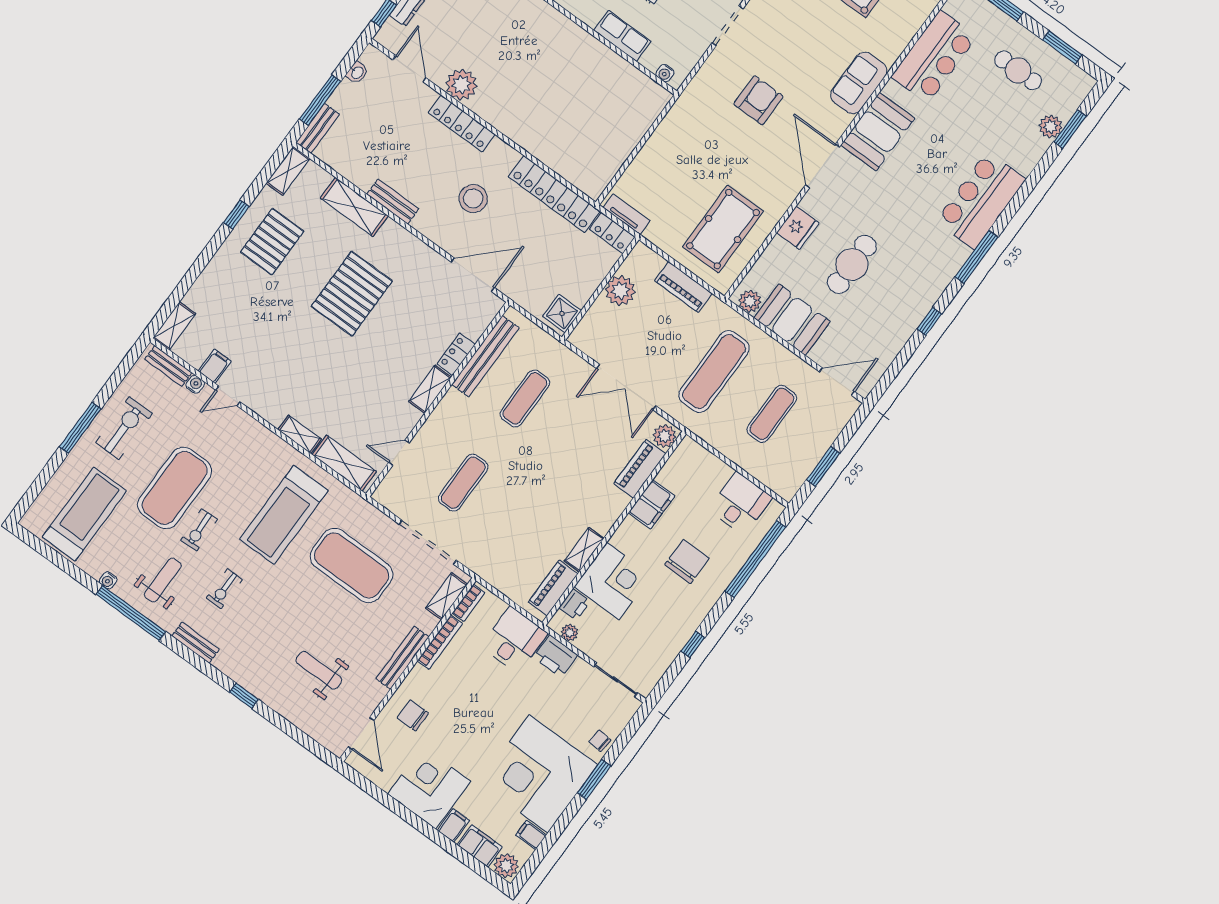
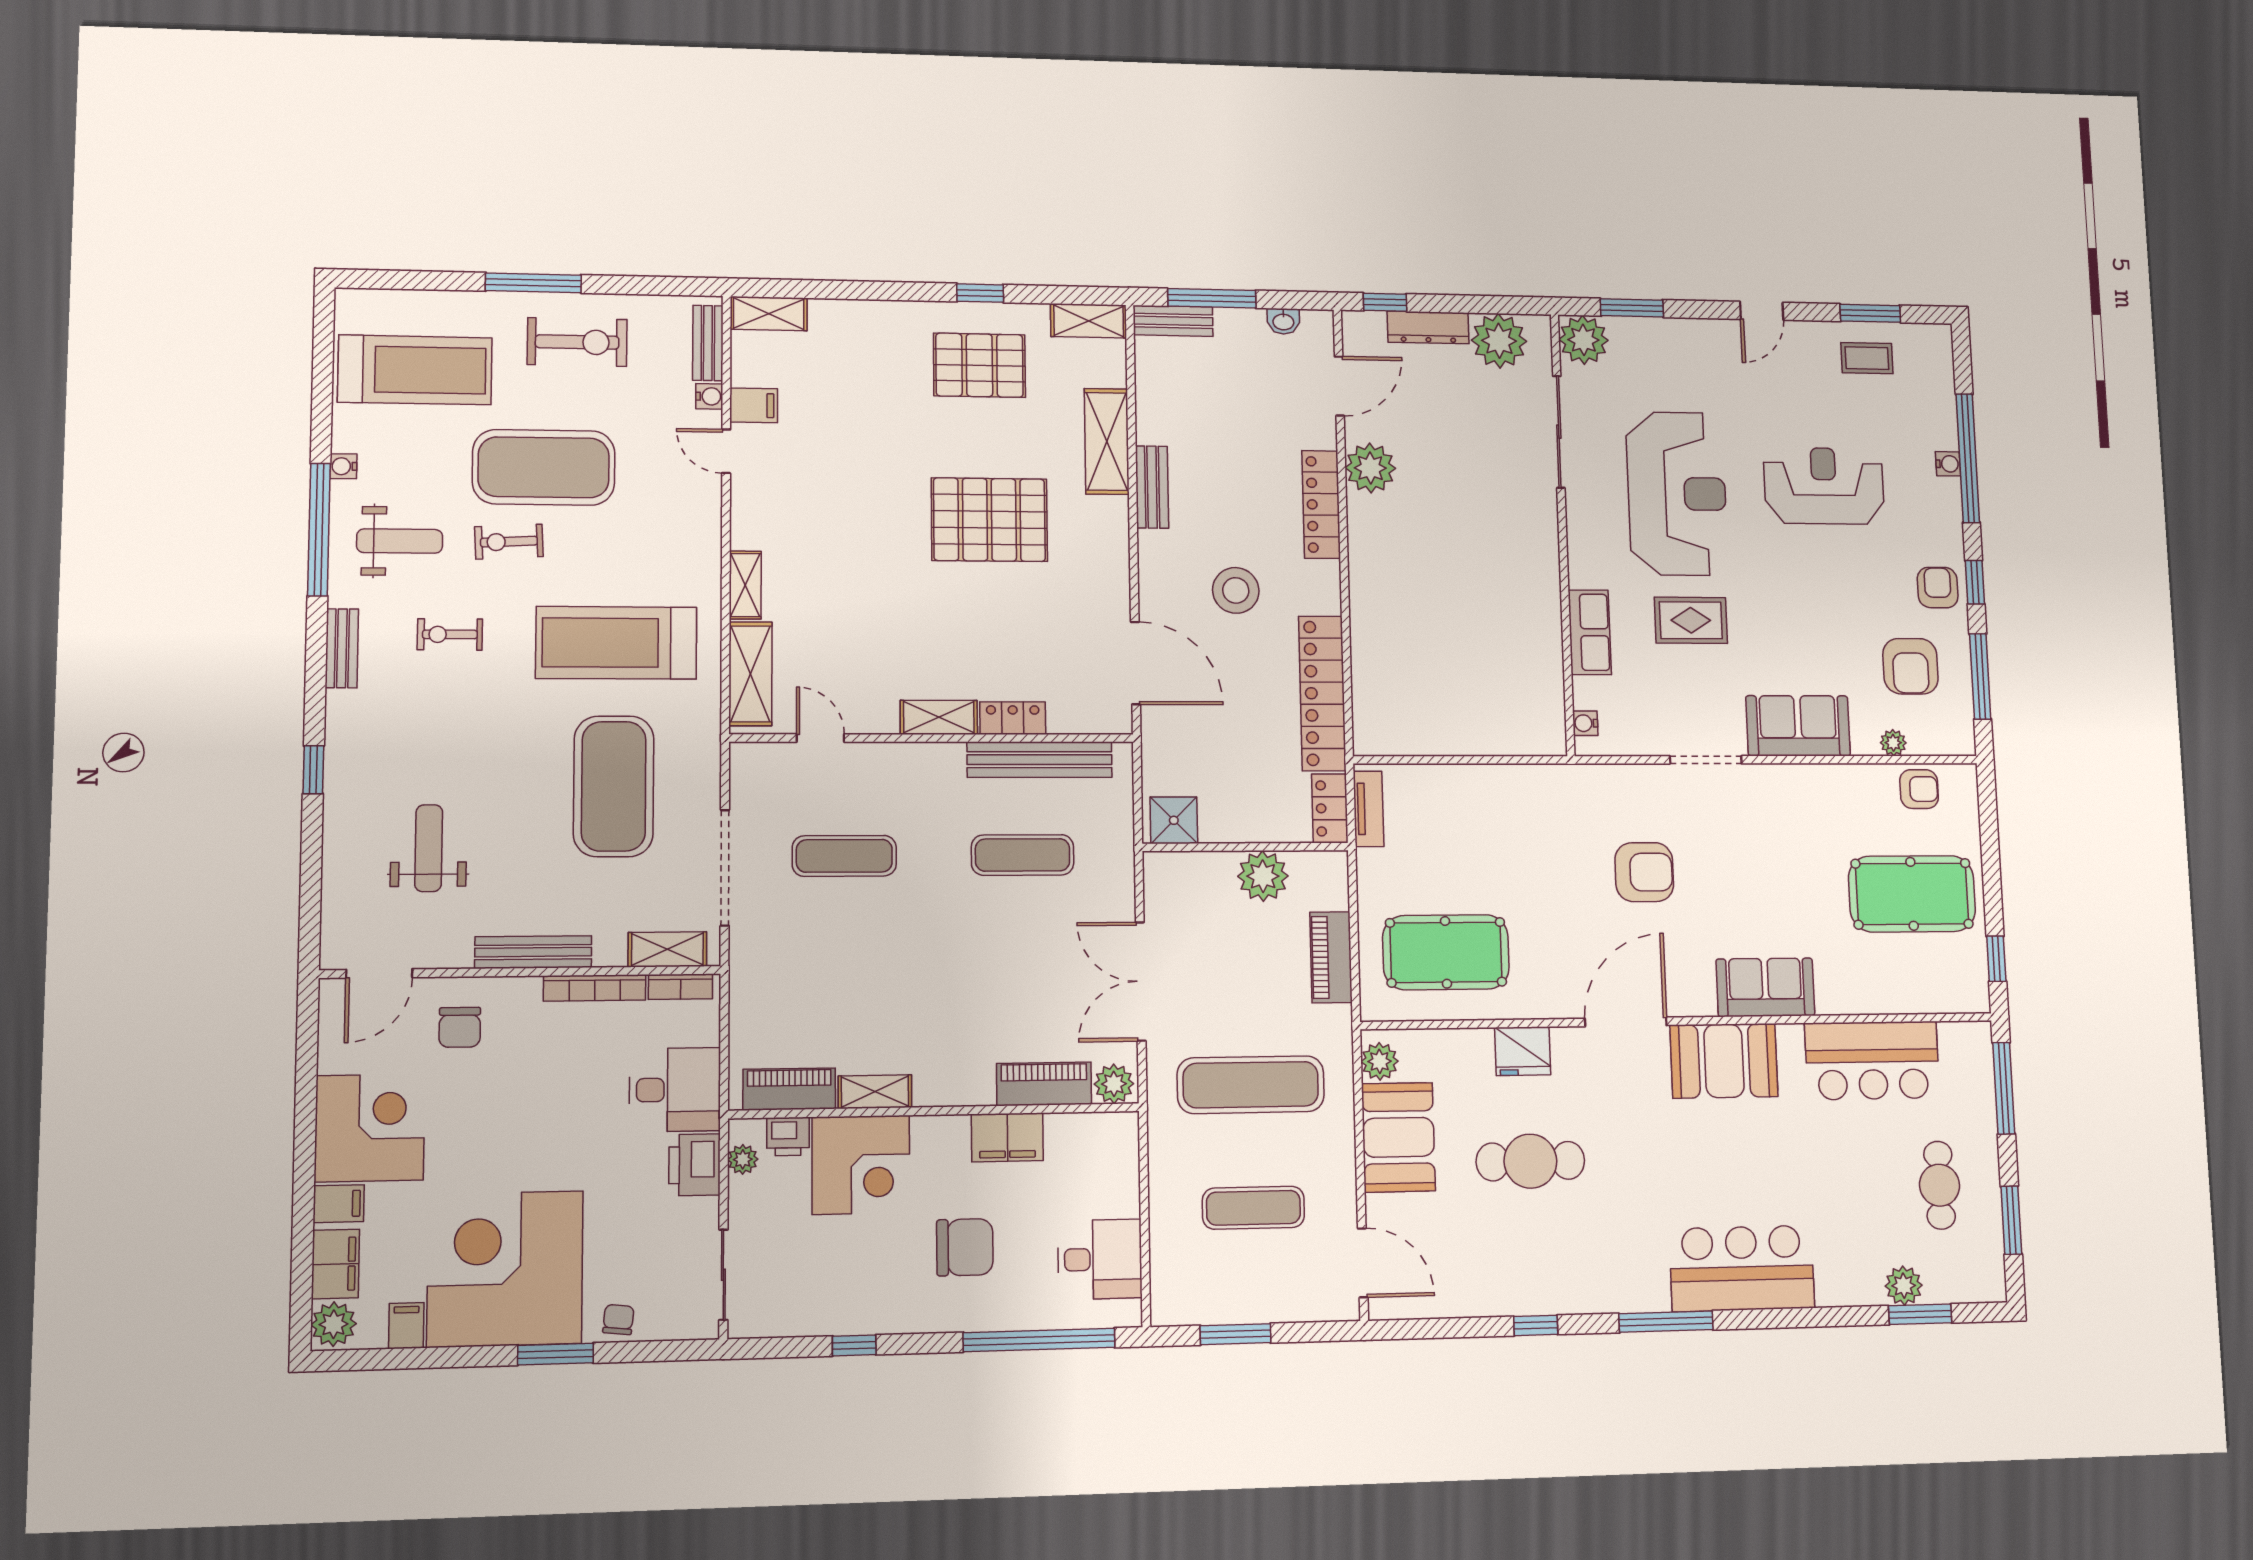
chair: (413, 715) -> (460, 1027), turned 180

